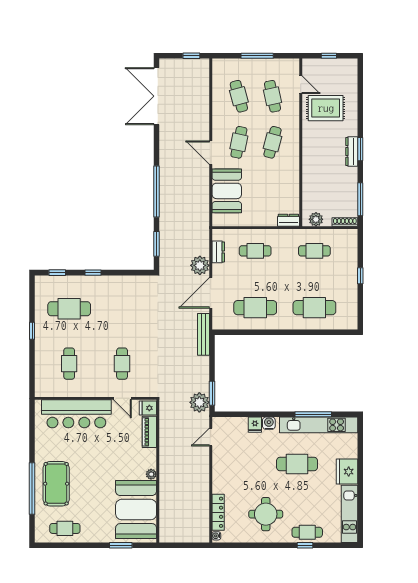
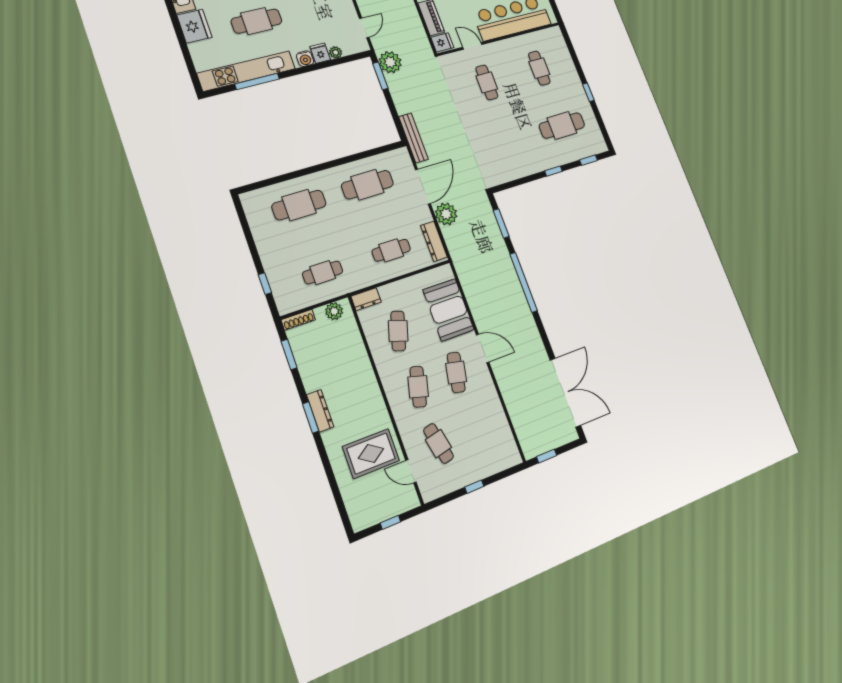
window: (257, 56) -> (474, 487), width x0.46
cafe table: (239, 96) -> (398, 331), moved, turned 33
window: (360, 199) -> (289, 354), width x0.69
dresser: (218, 252) -> (434, 241), width x1.44
window: (360, 276) -> (265, 284), moved
plant: (242, 422) -> (336, 52), added

